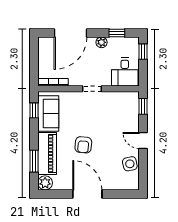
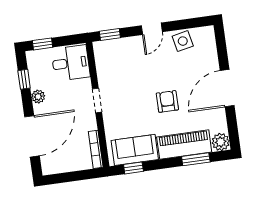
door: (71, 33) -> (32, 136), hinge flipped
armchair: (83, 145) -> (167, 101), turned -95

